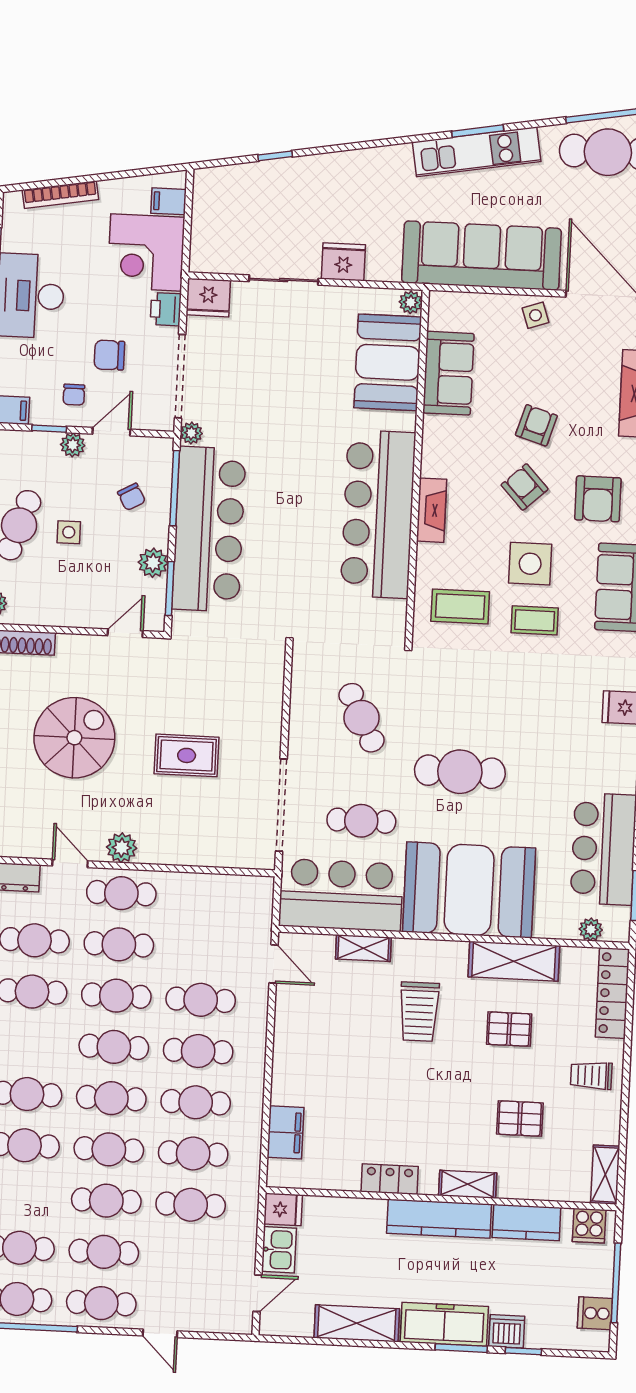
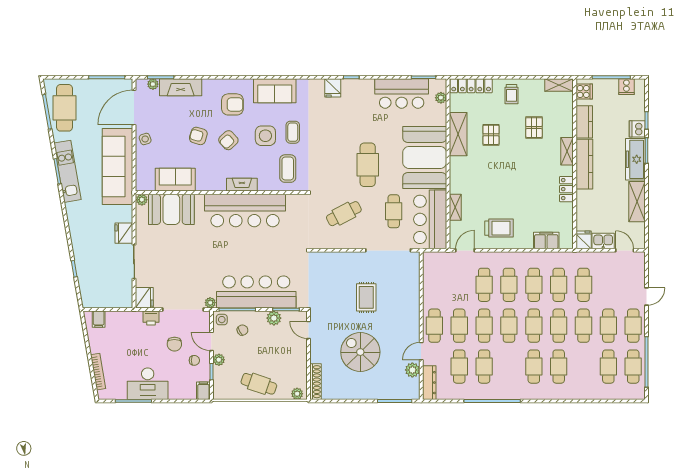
corner desk: (146, 253) -> (124, 329), removed
side table: (69, 532) -> (222, 320), moved
plant: (122, 848) -> (412, 370), moved
trolley: (419, 1012) -> (499, 228), moved

